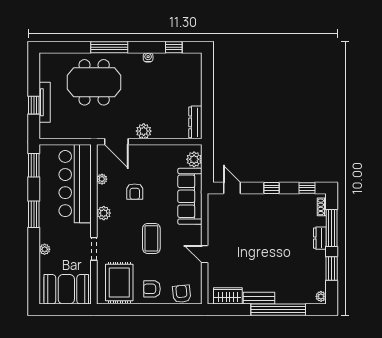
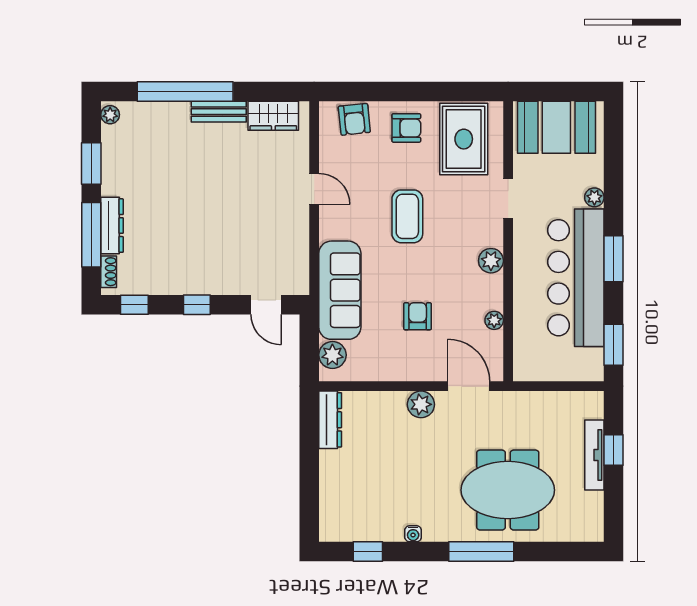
bar counter: (75, 184) -> (576, 278), moved, turned 180
armchair: (135, 192) -> (418, 316), moved
dresser: (320, 238) -> (112, 226), width x1.44

